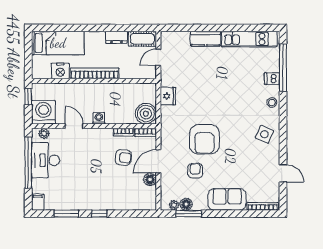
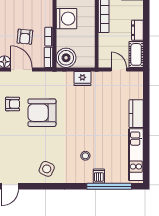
stool: (272, 103) -> (85, 156), moved
washing machine: (99, 118) -> (66, 19), width x1.89, depth x1.89

